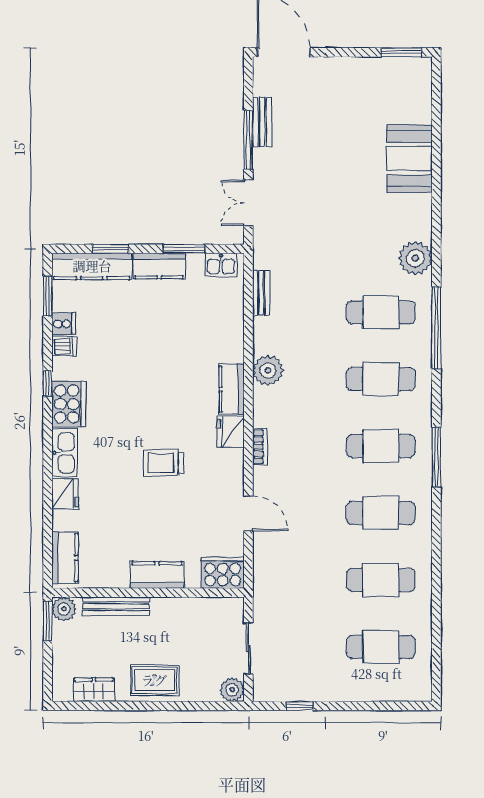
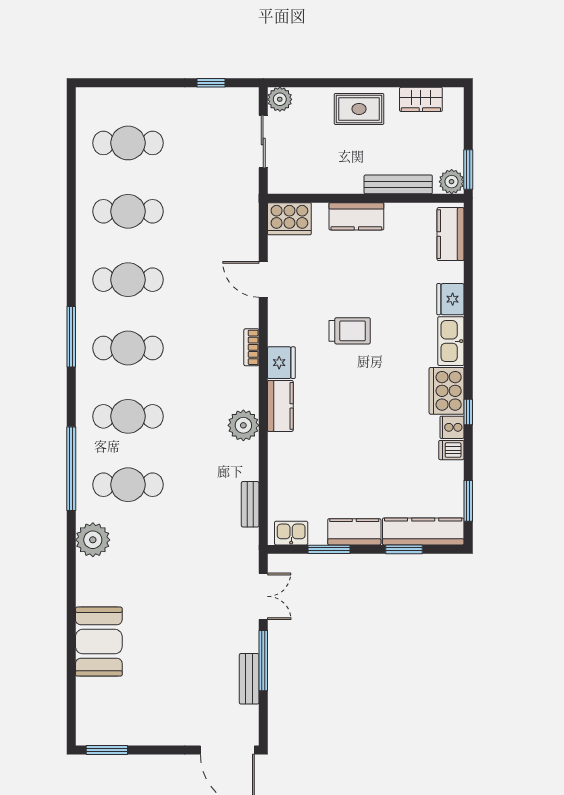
cooker: (63, 324) -> (452, 427), moved

